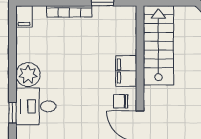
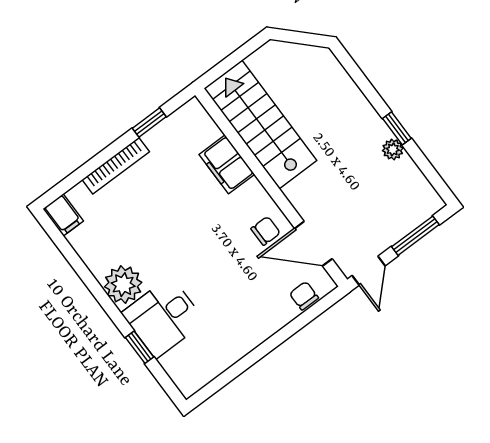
filing cabinet: (126, 71) -> (227, 164), moved
chair: (121, 101) -> (266, 231), turned 180

